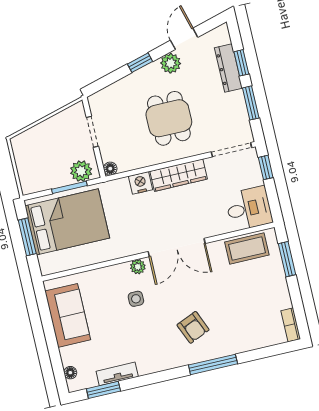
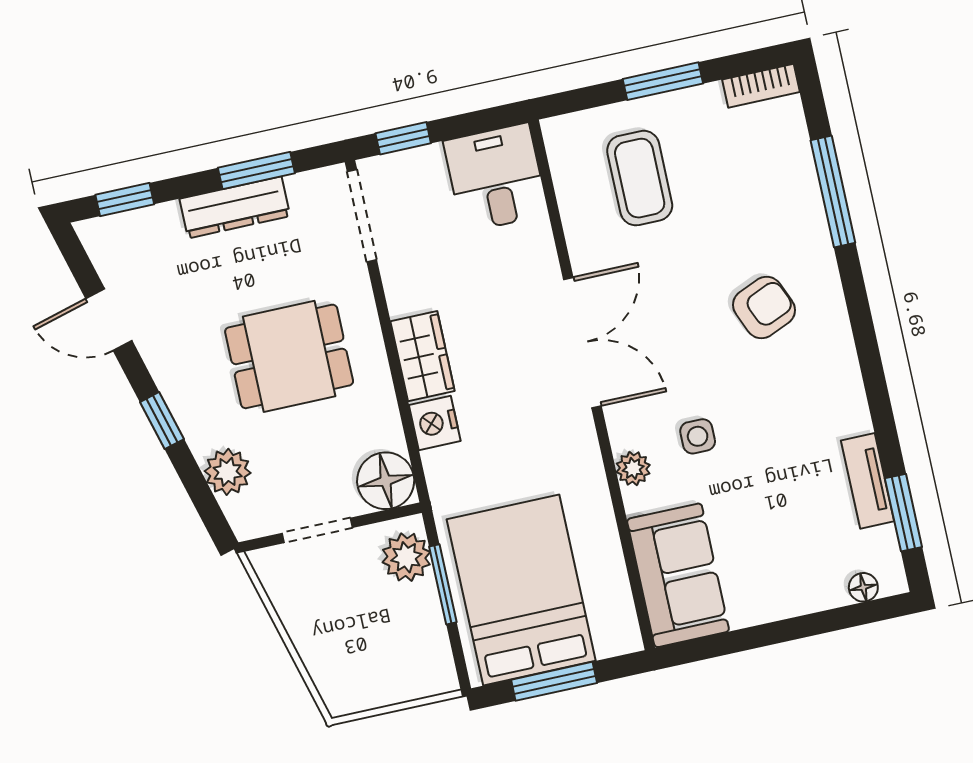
plant: (171, 63) -> (228, 472), moved
window: (241, 63) -> (125, 199), moved
dresser: (228, 68) -> (235, 207), moved
floor lamp: (110, 169) -> (386, 481), width x1.89, depth x1.89
wardrobe: (179, 175) -> (423, 356), width x0.67
coffee table: (247, 249) -> (640, 178), moved
window: (287, 259) -> (663, 81), moved
plant: (138, 267) -> (633, 468), moved
sofa: (68, 315) -> (678, 575), moved, turned 90
window: (213, 364) -> (833, 191), moved

